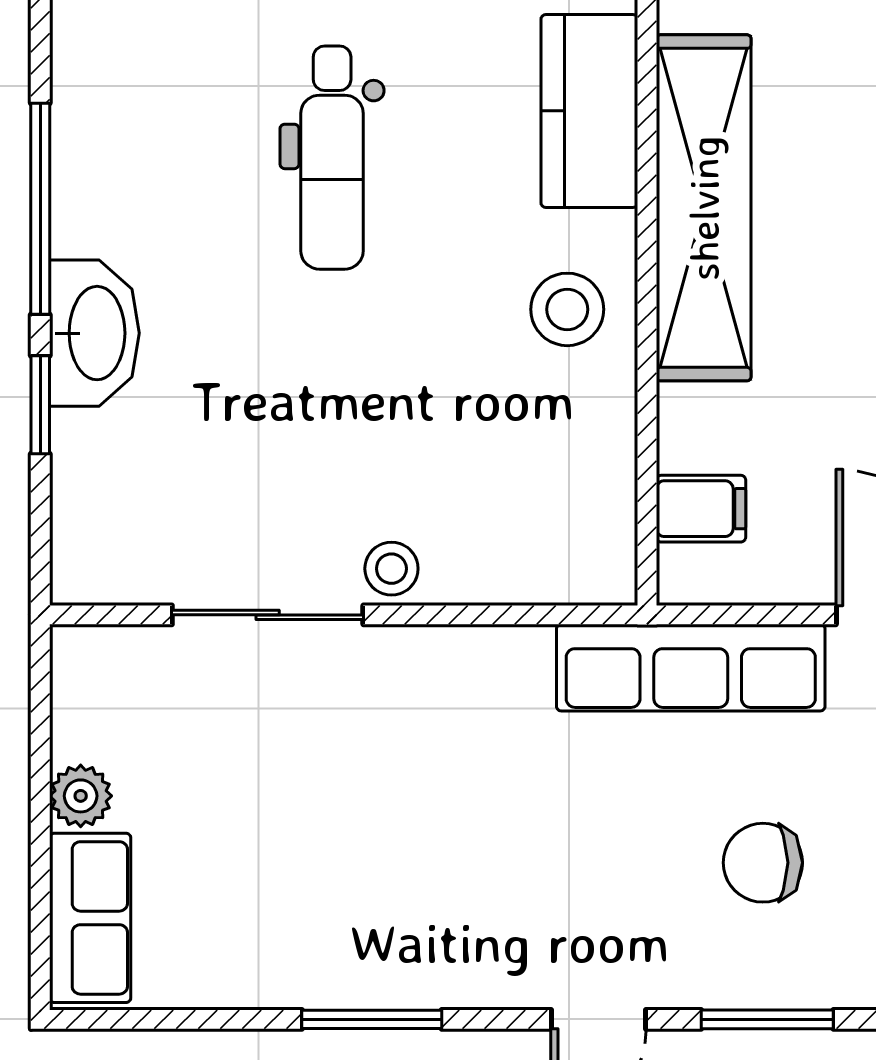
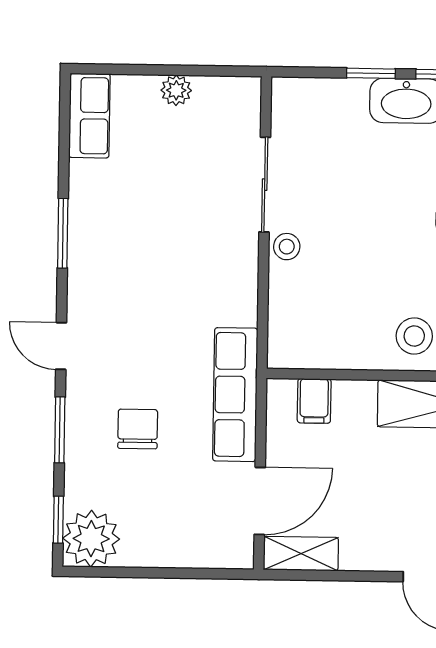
row of seats: (90, 918) -> (89, 116), moved, turned -90

